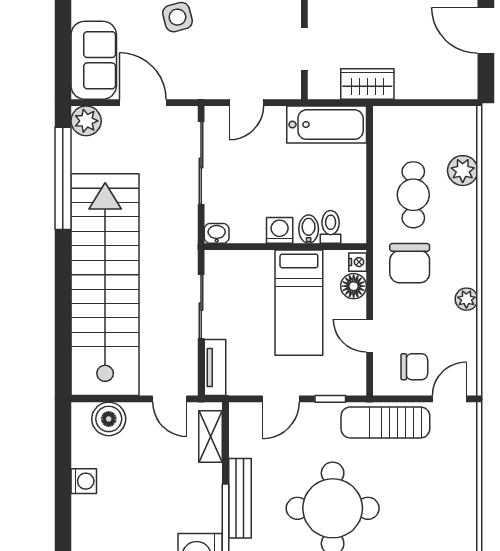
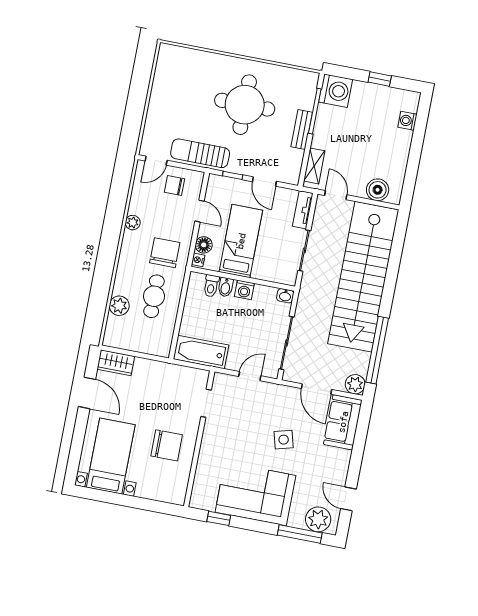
wardrobe: (367, 84) -> (116, 363), moved
door: (281, 399) -> (264, 181), swing flipped
sun lounger: (385, 422) -> (200, 153), turned 180
washing machine: (84, 481) -> (408, 121), moved
bench: (240, 498) -> (302, 129), width x0.73

